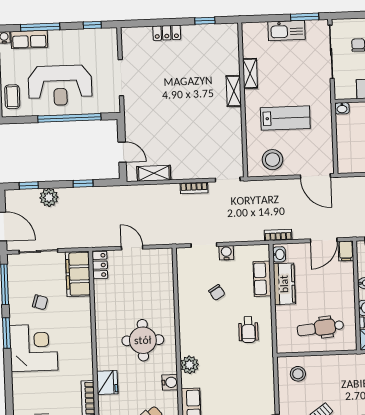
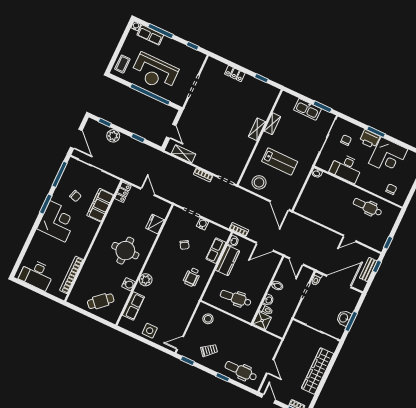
filing cabinet: (346, 251) -> (275, 260), removed
filing cabinet: (78, 274) -> (100, 205), moved
fridge: (107, 382) -> (155, 224), moved, turned 180

